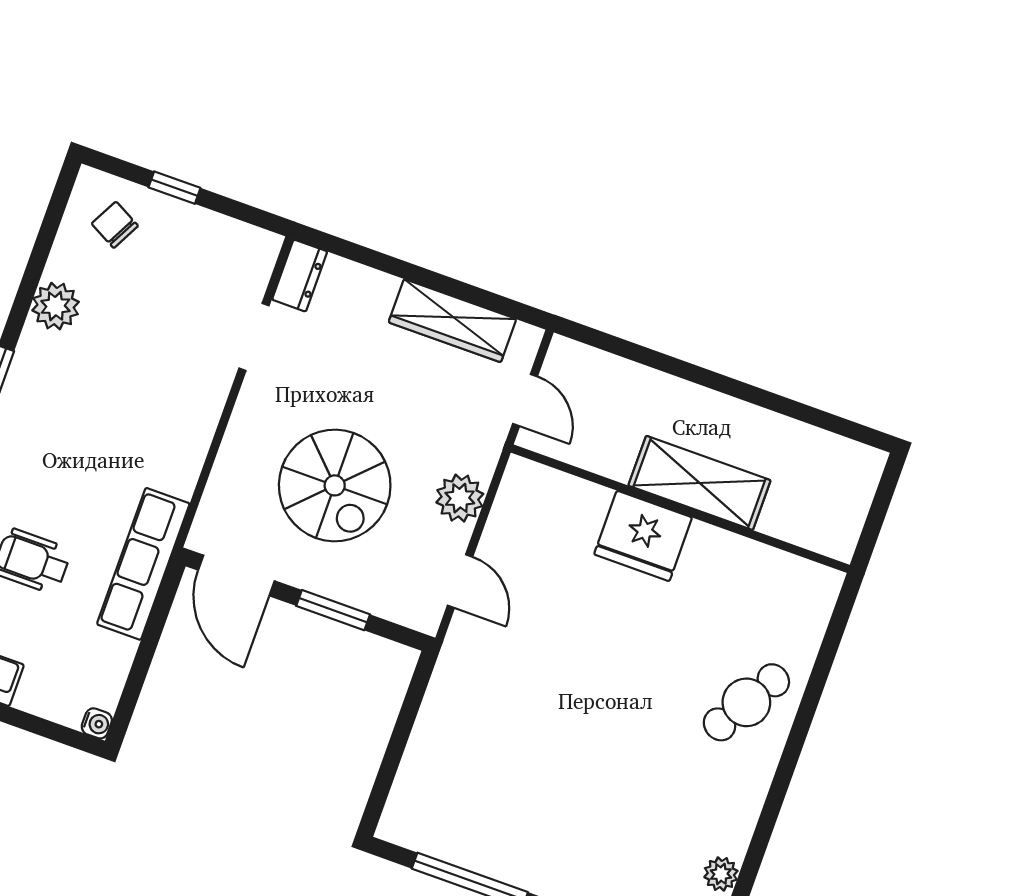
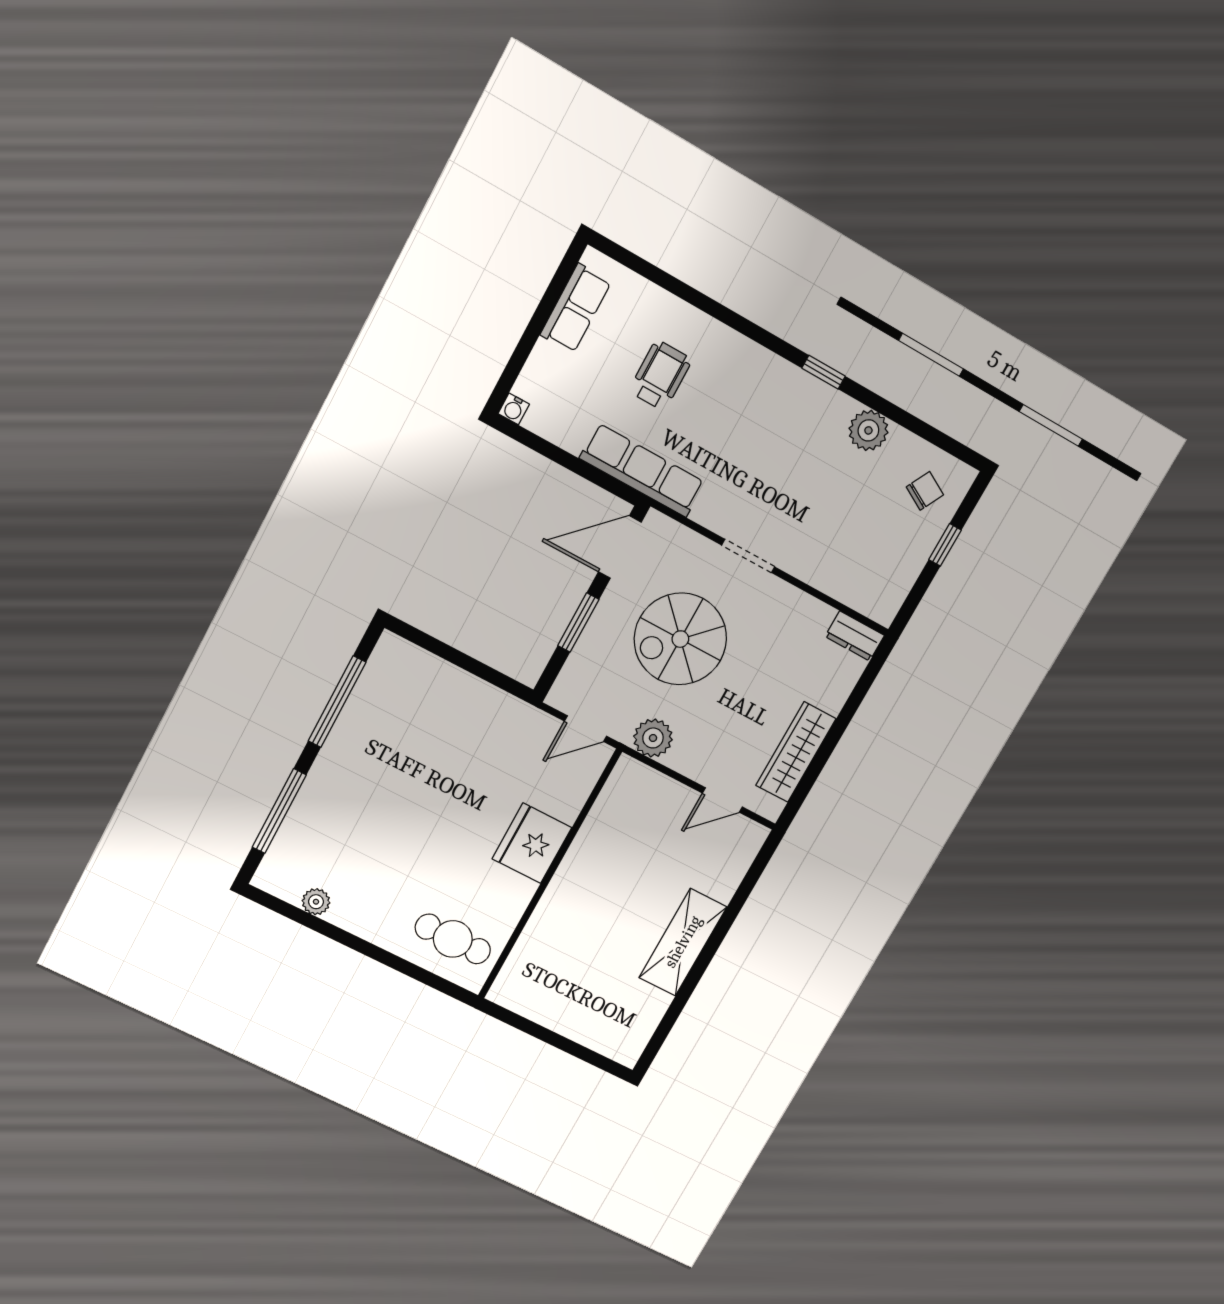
doorway: (254, 337) -> (748, 556), moved
shelving: (699, 483) -> (683, 942), moved
wall: (680, 509) -> (549, 875), moved
fridge: (643, 536) -> (532, 843), moved
cafe table: (746, 702) -> (453, 939), turned -31

